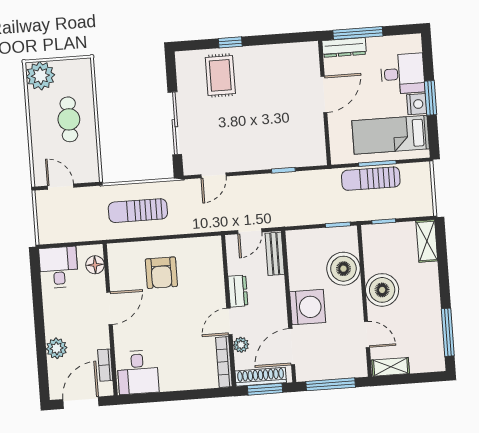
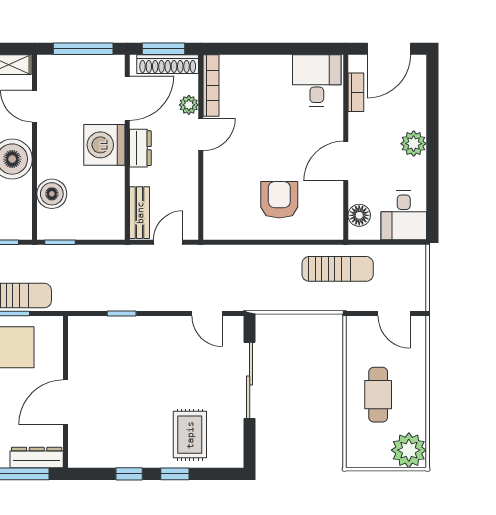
window: (268, 40) -> (129, 474), added
door: (214, 175) -> (207, 314), swing flipped
sun lounger: (138, 211) -> (338, 269), moved
boiler: (343, 269) -> (52, 194), width x0.73, depth x0.73
dresser: (238, 291) -> (140, 148), moved, turned 180
plant: (57, 348) -> (414, 144), moved

